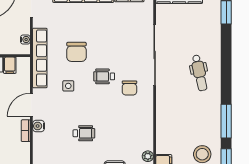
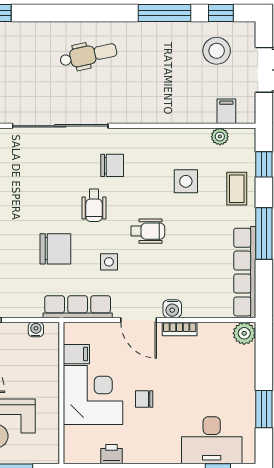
row of seats: (40, 58) -> (78, 307), width x0.73
wheelchair: (84, 133) -> (148, 231), moved, turned 90
side table: (119, 135) -> (186, 181), added

